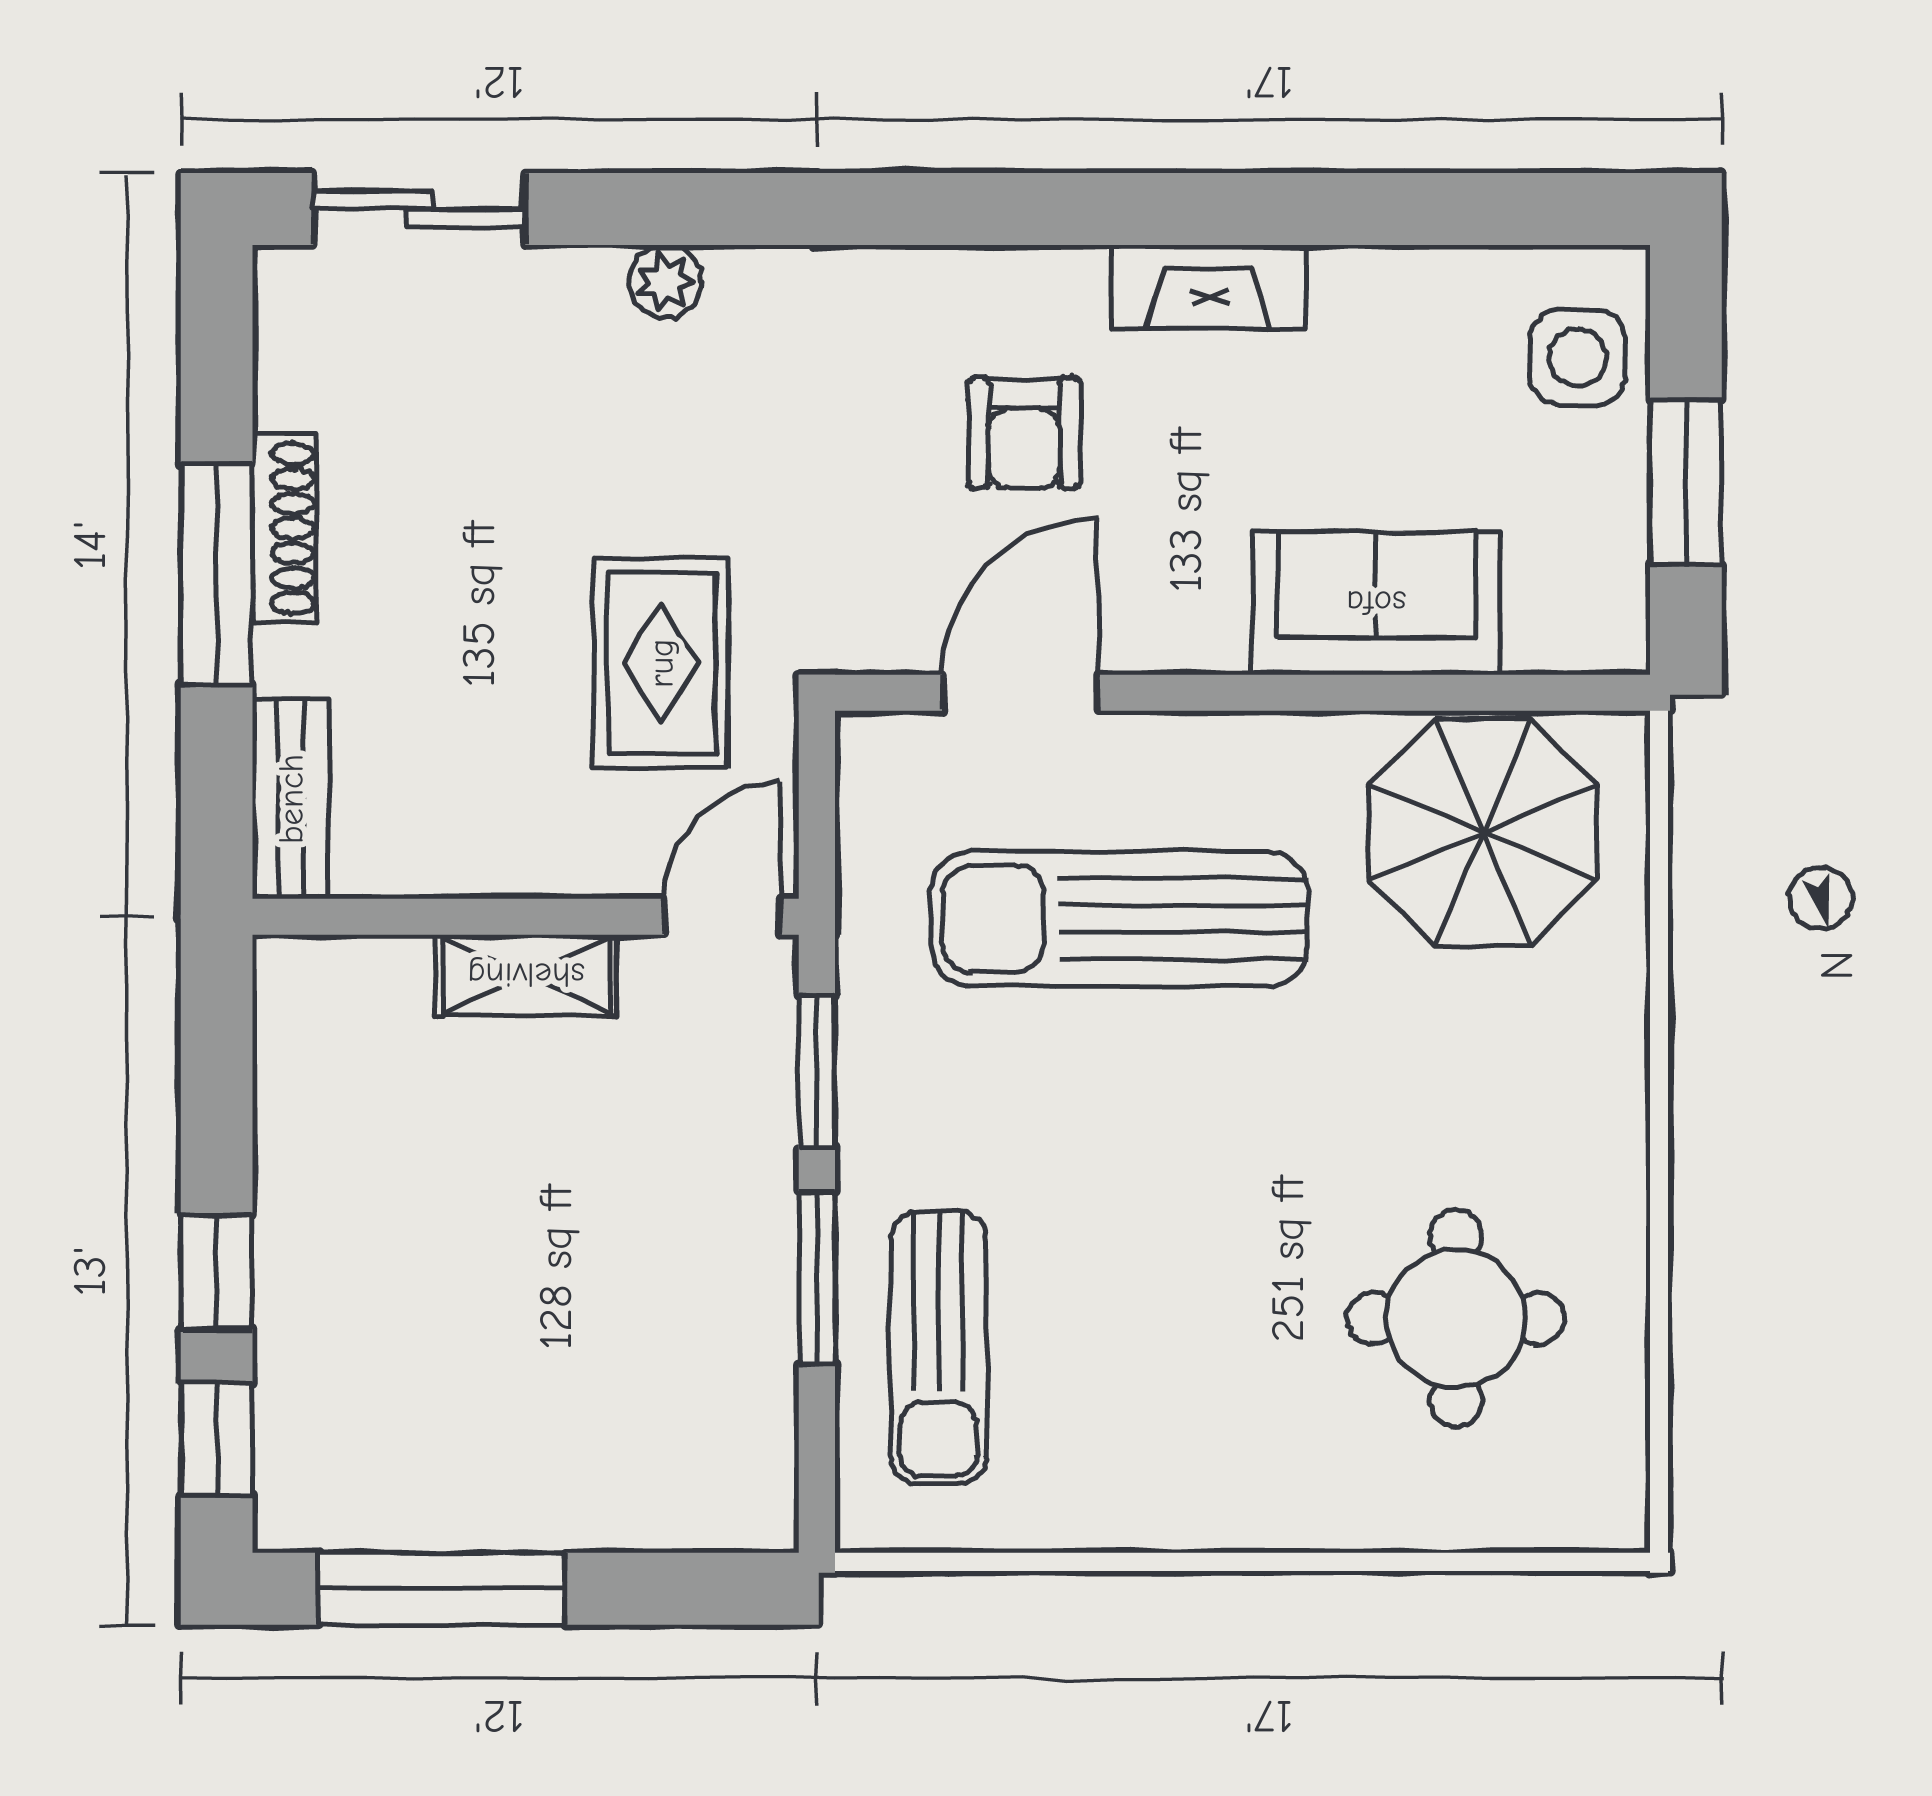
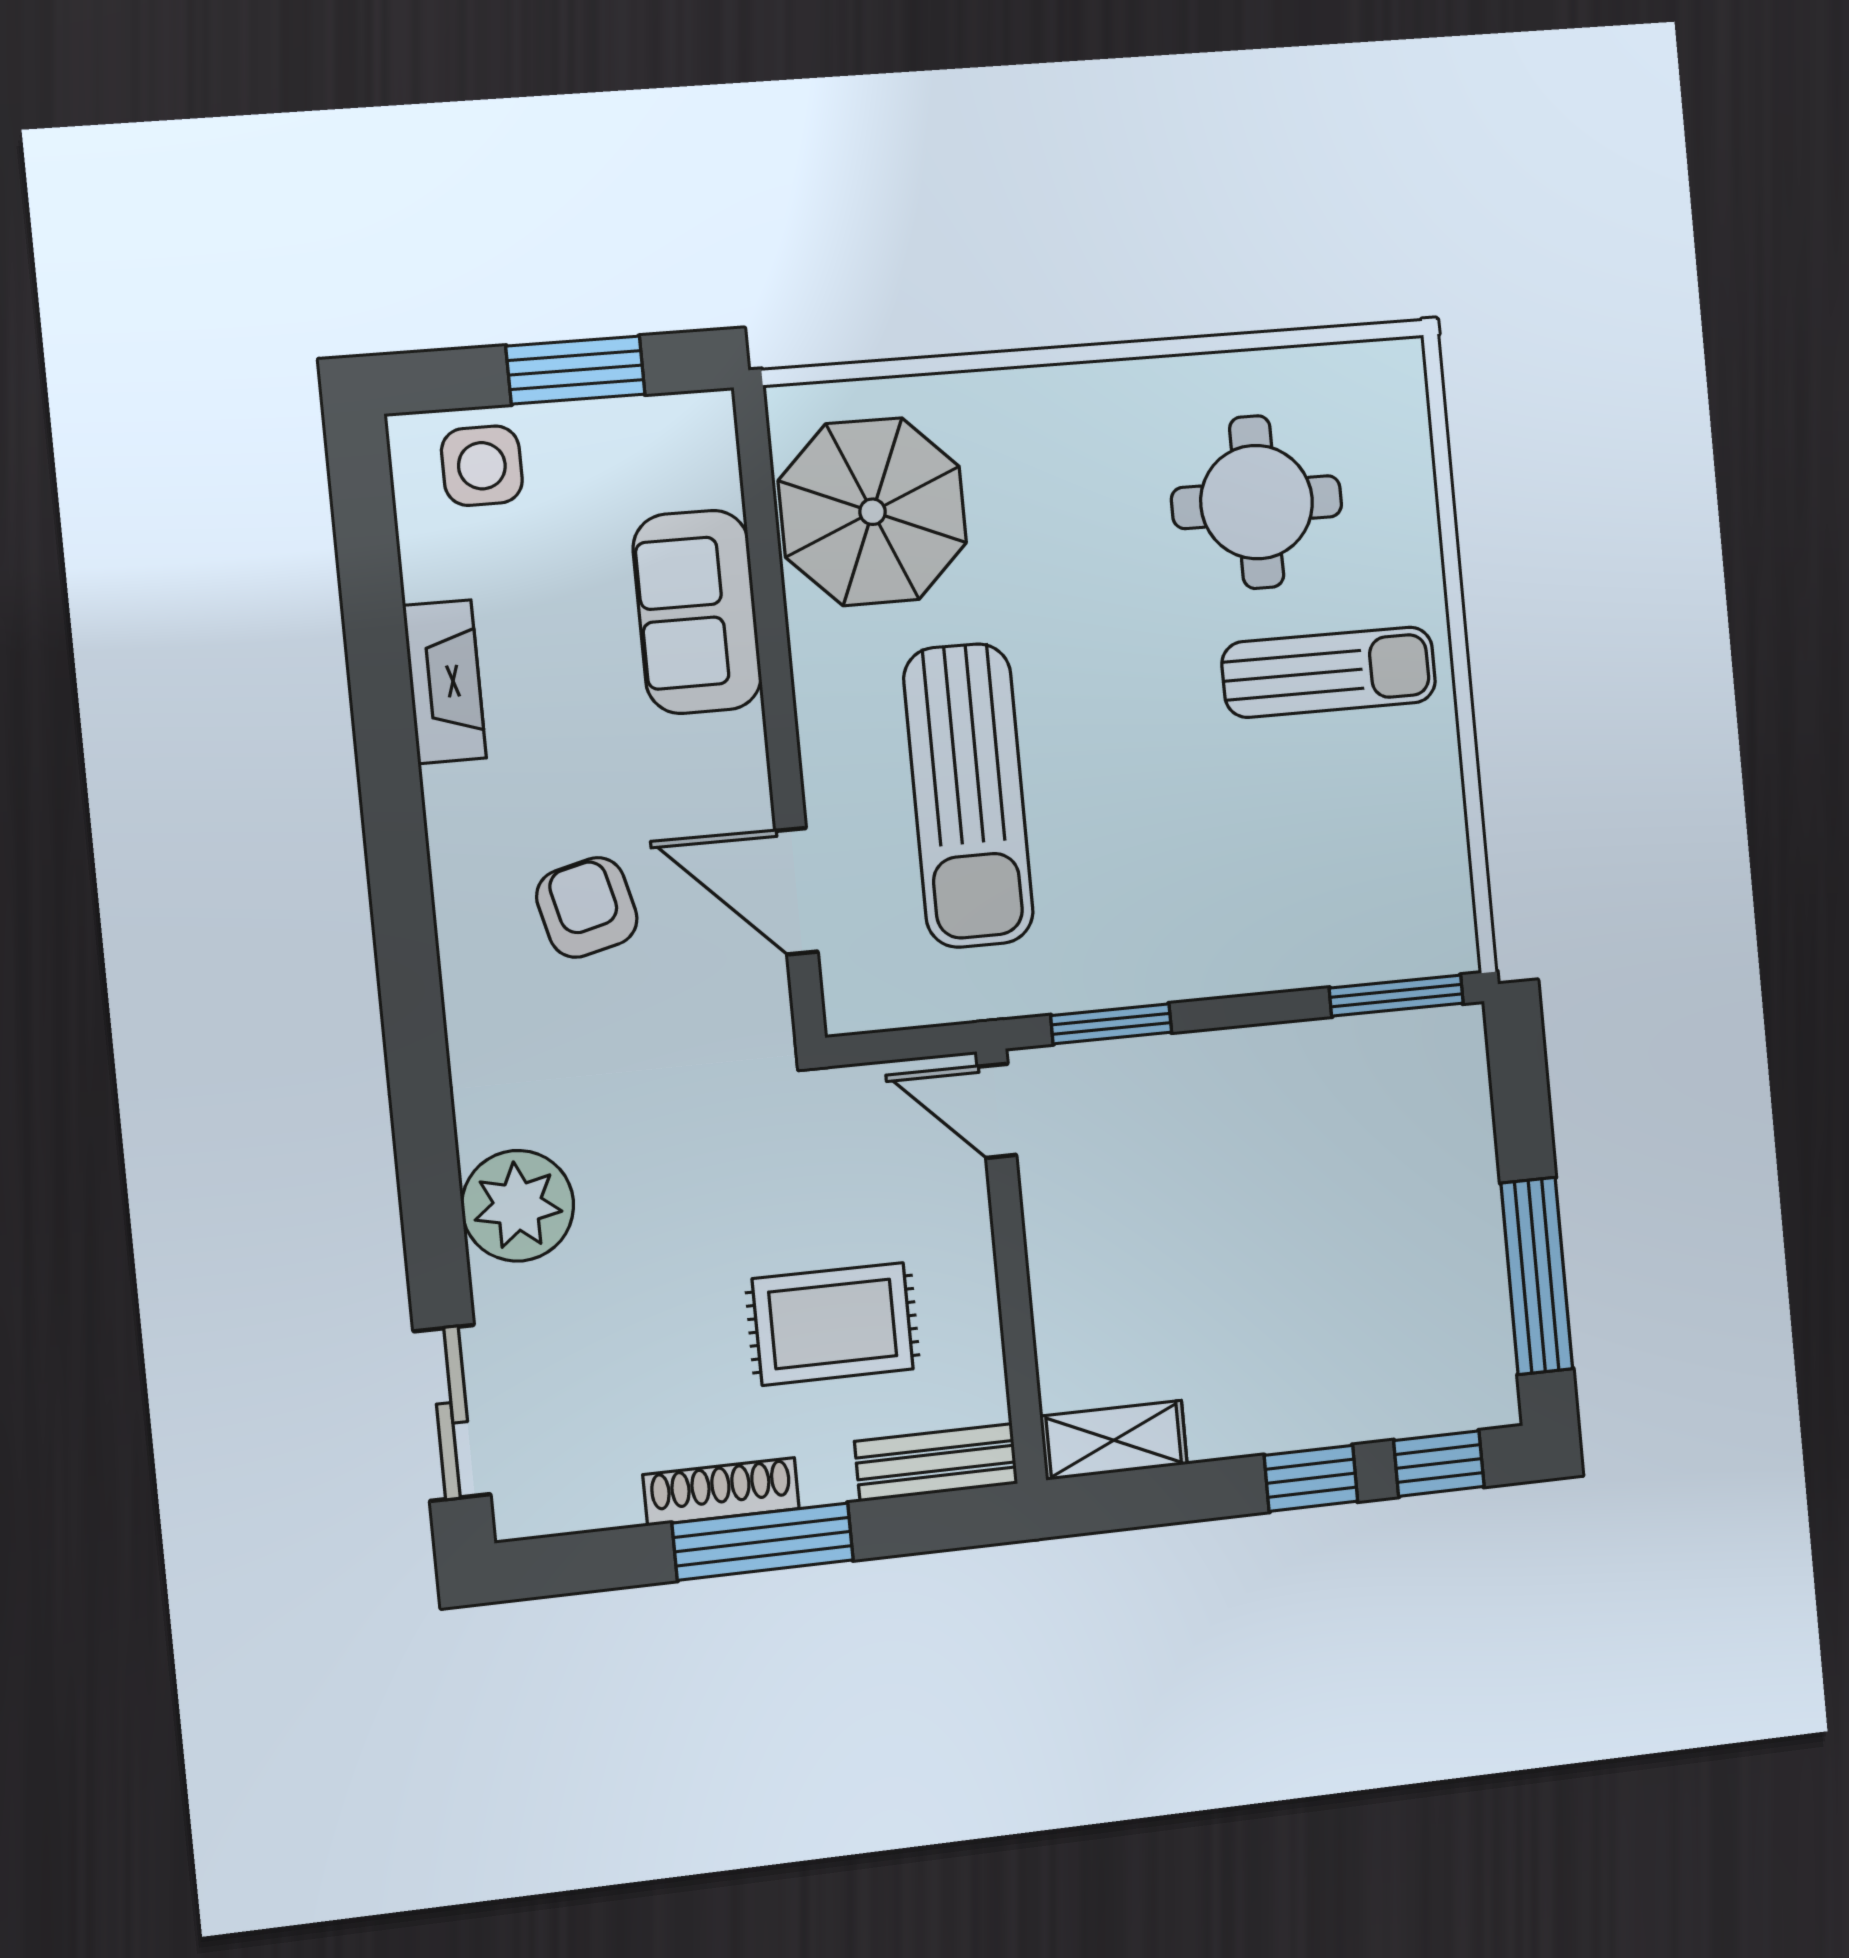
plant: (665, 281) -> (518, 1206), width x1.88, depth x1.88
fireplace: (1208, 287) -> (445, 682), moved
armchair: (1024, 433) -> (587, 907), turned -104
rug: (661, 663) -> (833, 1324), moved
shelving: (526, 975) -> (1114, 1440), moved, turned 90
window: (817, 1278) -> (1396, 996), moved
sun lounger: (939, 1348) -> (1329, 672), moved

